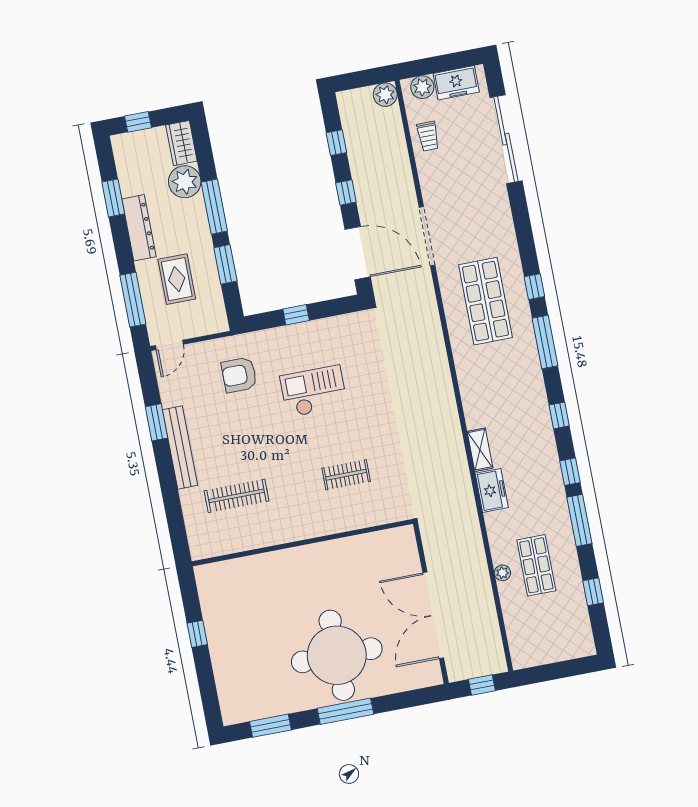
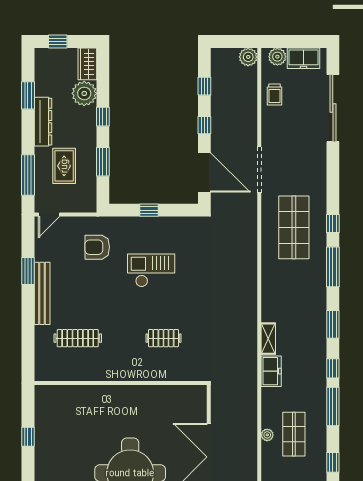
window: (214, 207) -> (103, 117), width x0.46
window: (559, 415) -> (333, 324), width x1.50

